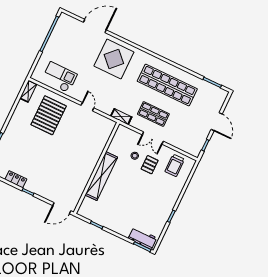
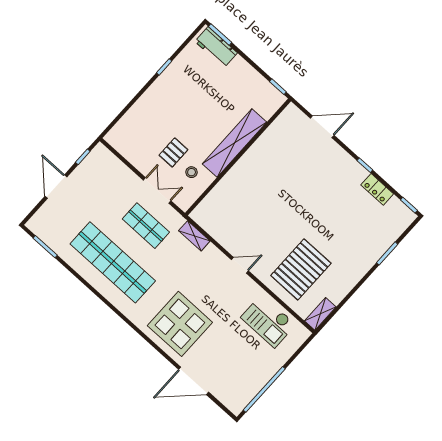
door: (87, 107) -> (240, 265), swing flipped
trolley: (175, 165) -> (137, 141), removed
wall: (97, 168) -> (238, 157), moved
shelving: (101, 176) -> (234, 143), moved

